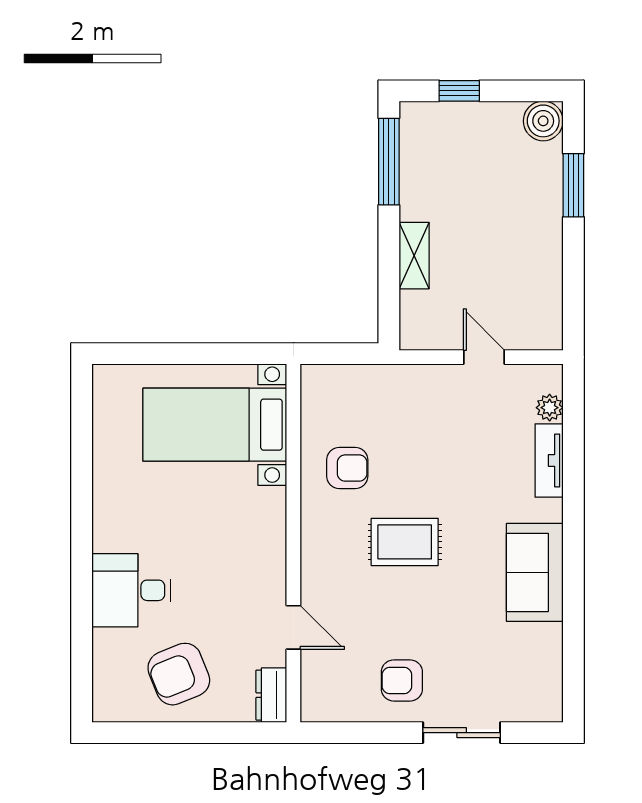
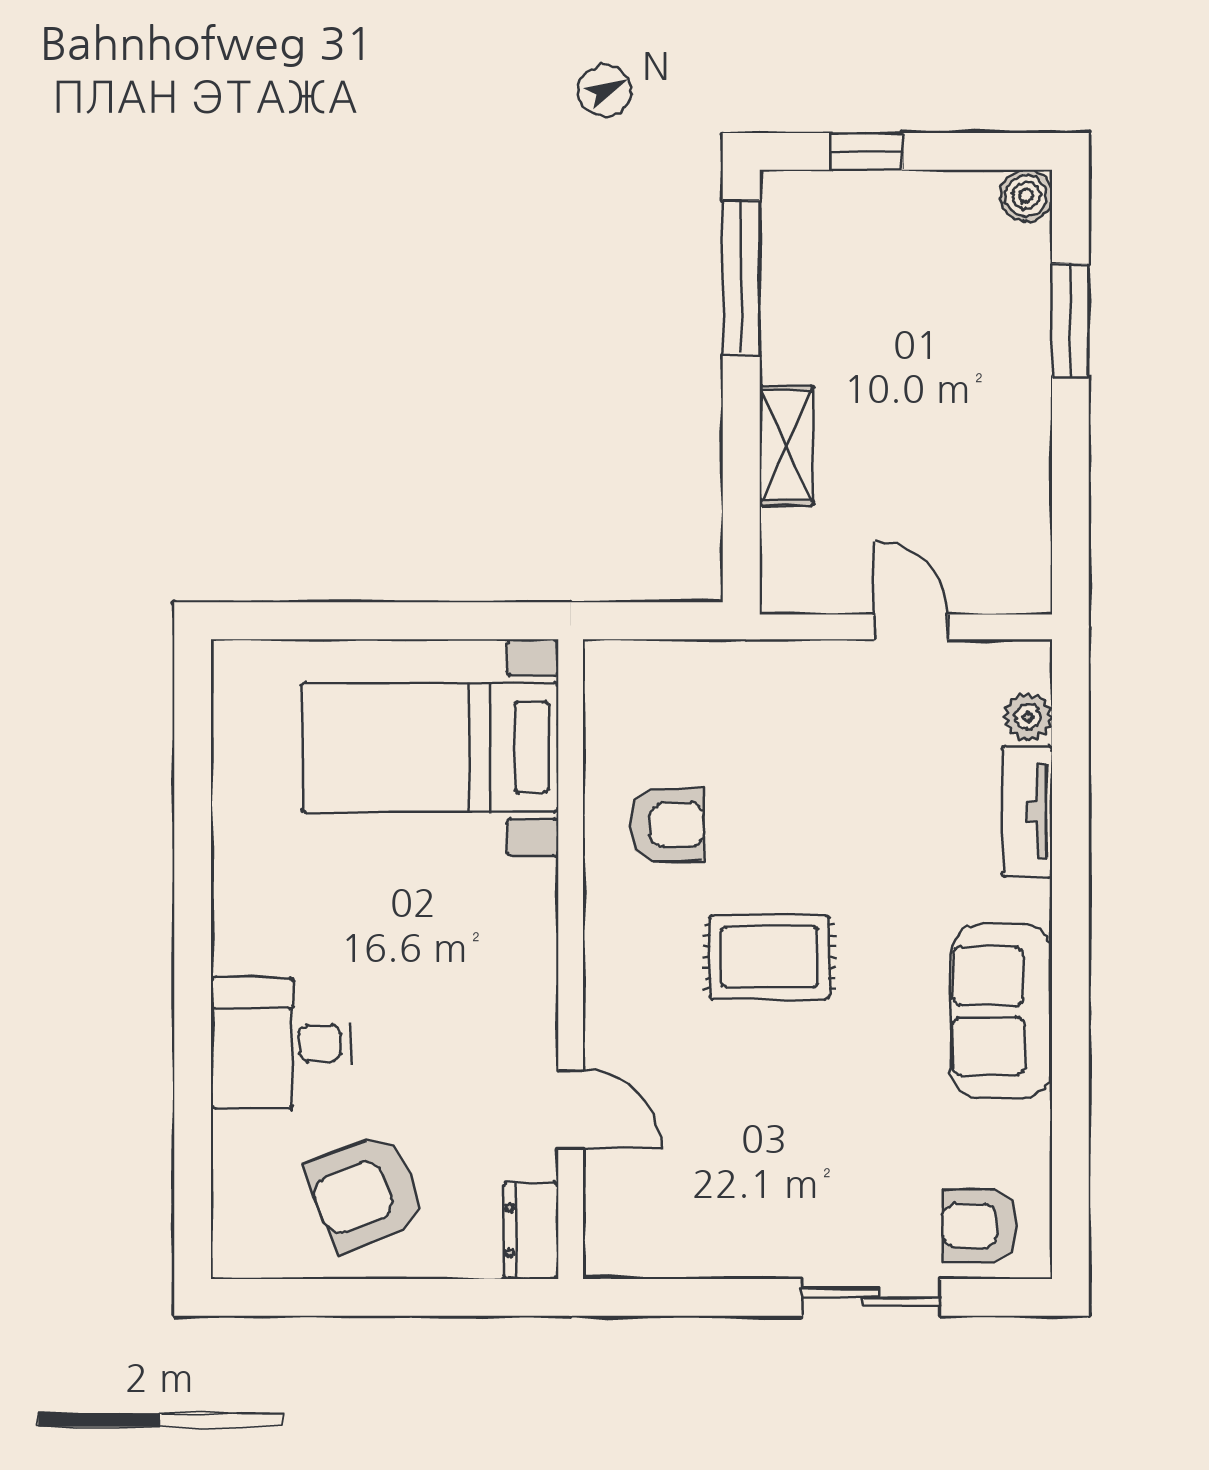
boiler: (543, 121) -> (1026, 196), width x0.73, depth x0.73
armchair: (402, 680) -> (980, 1226), moved

